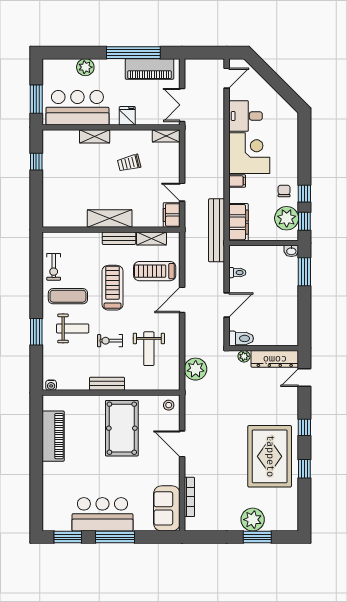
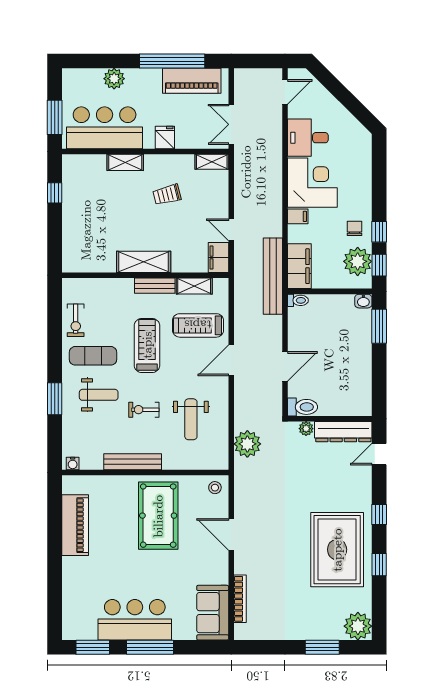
toilet: (237, 273) -> (298, 300), moved
bench: (107, 384) -> (133, 462), width x1.36
plant: (253, 520) -> (358, 626), moved

